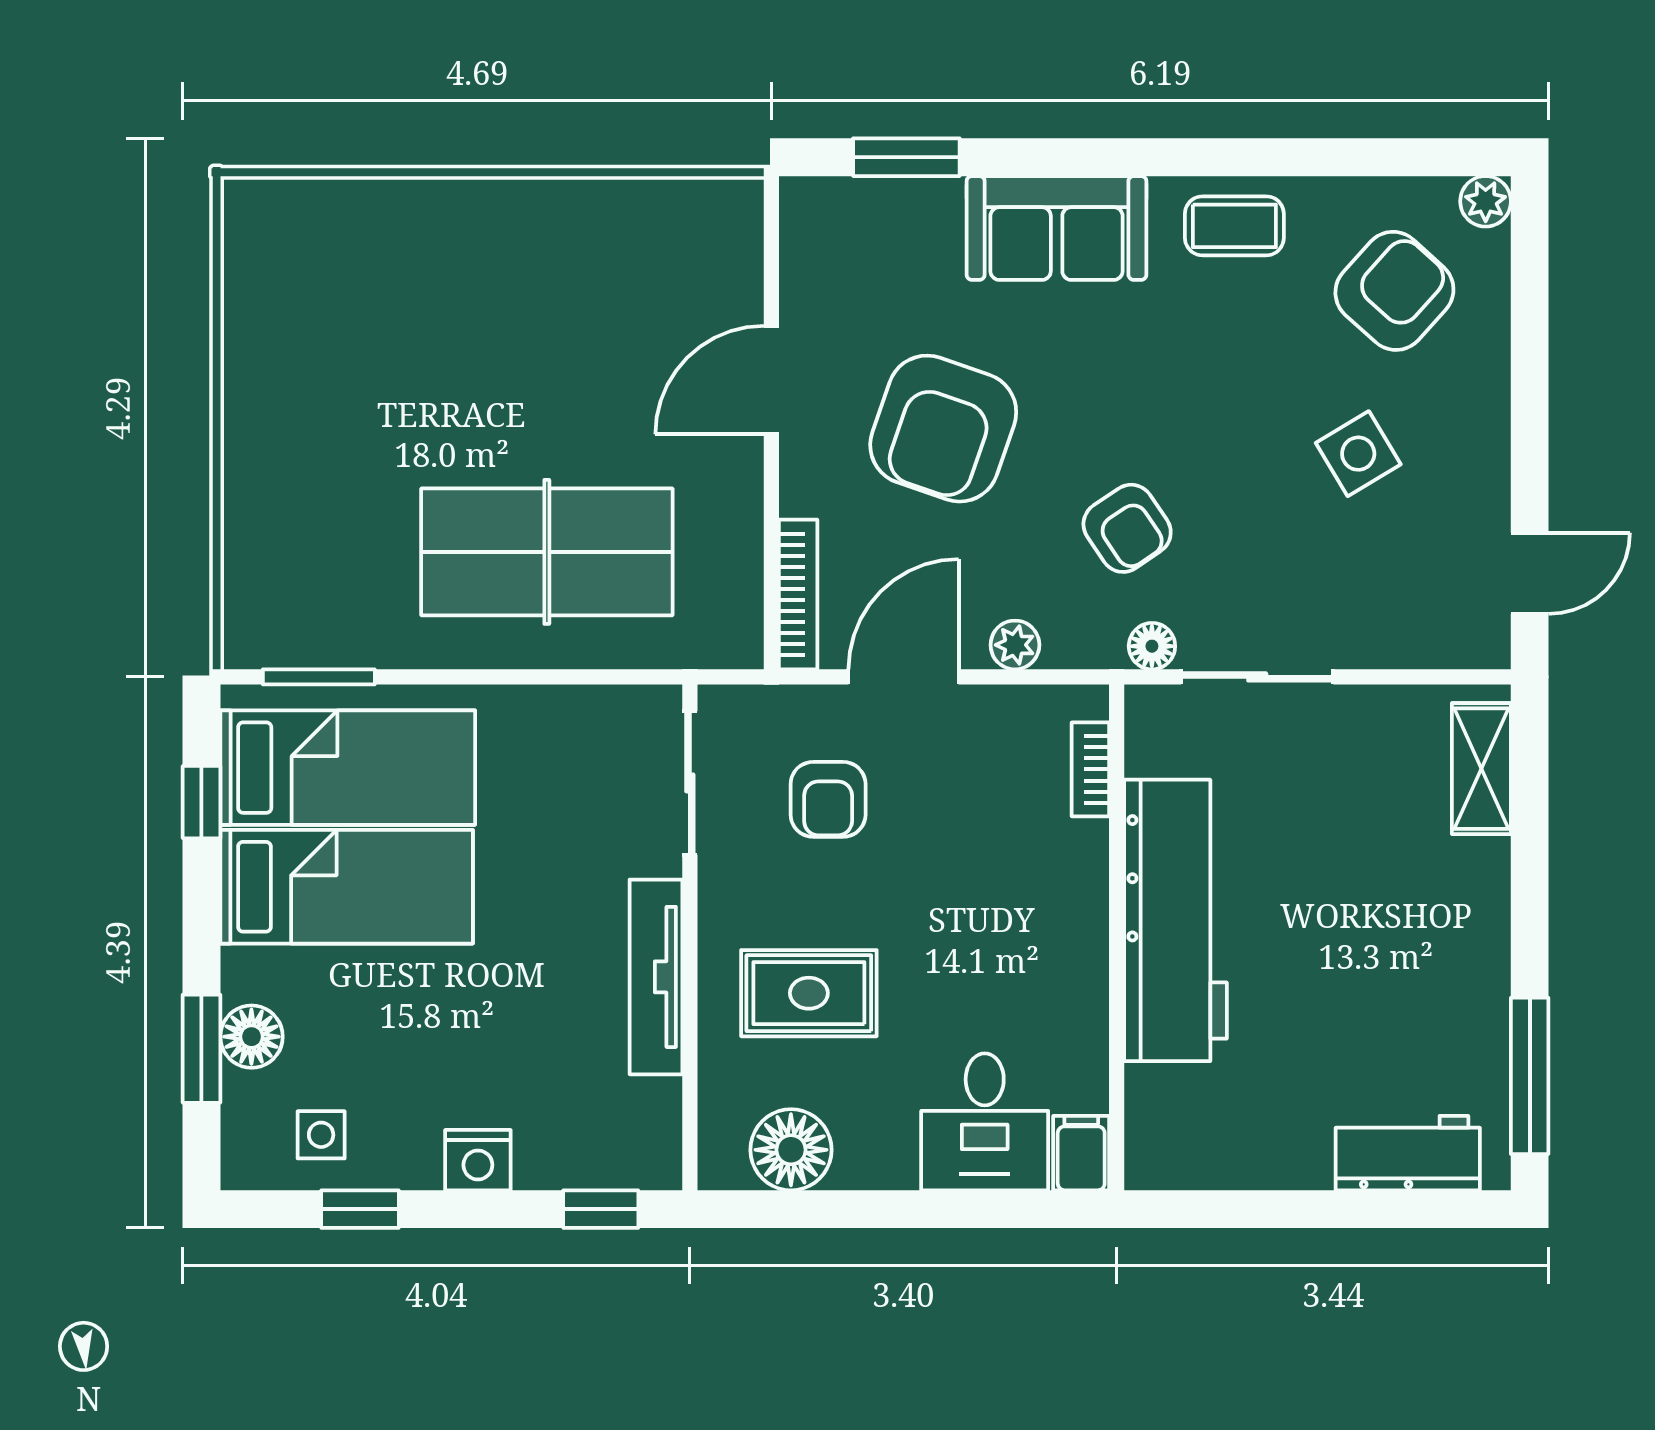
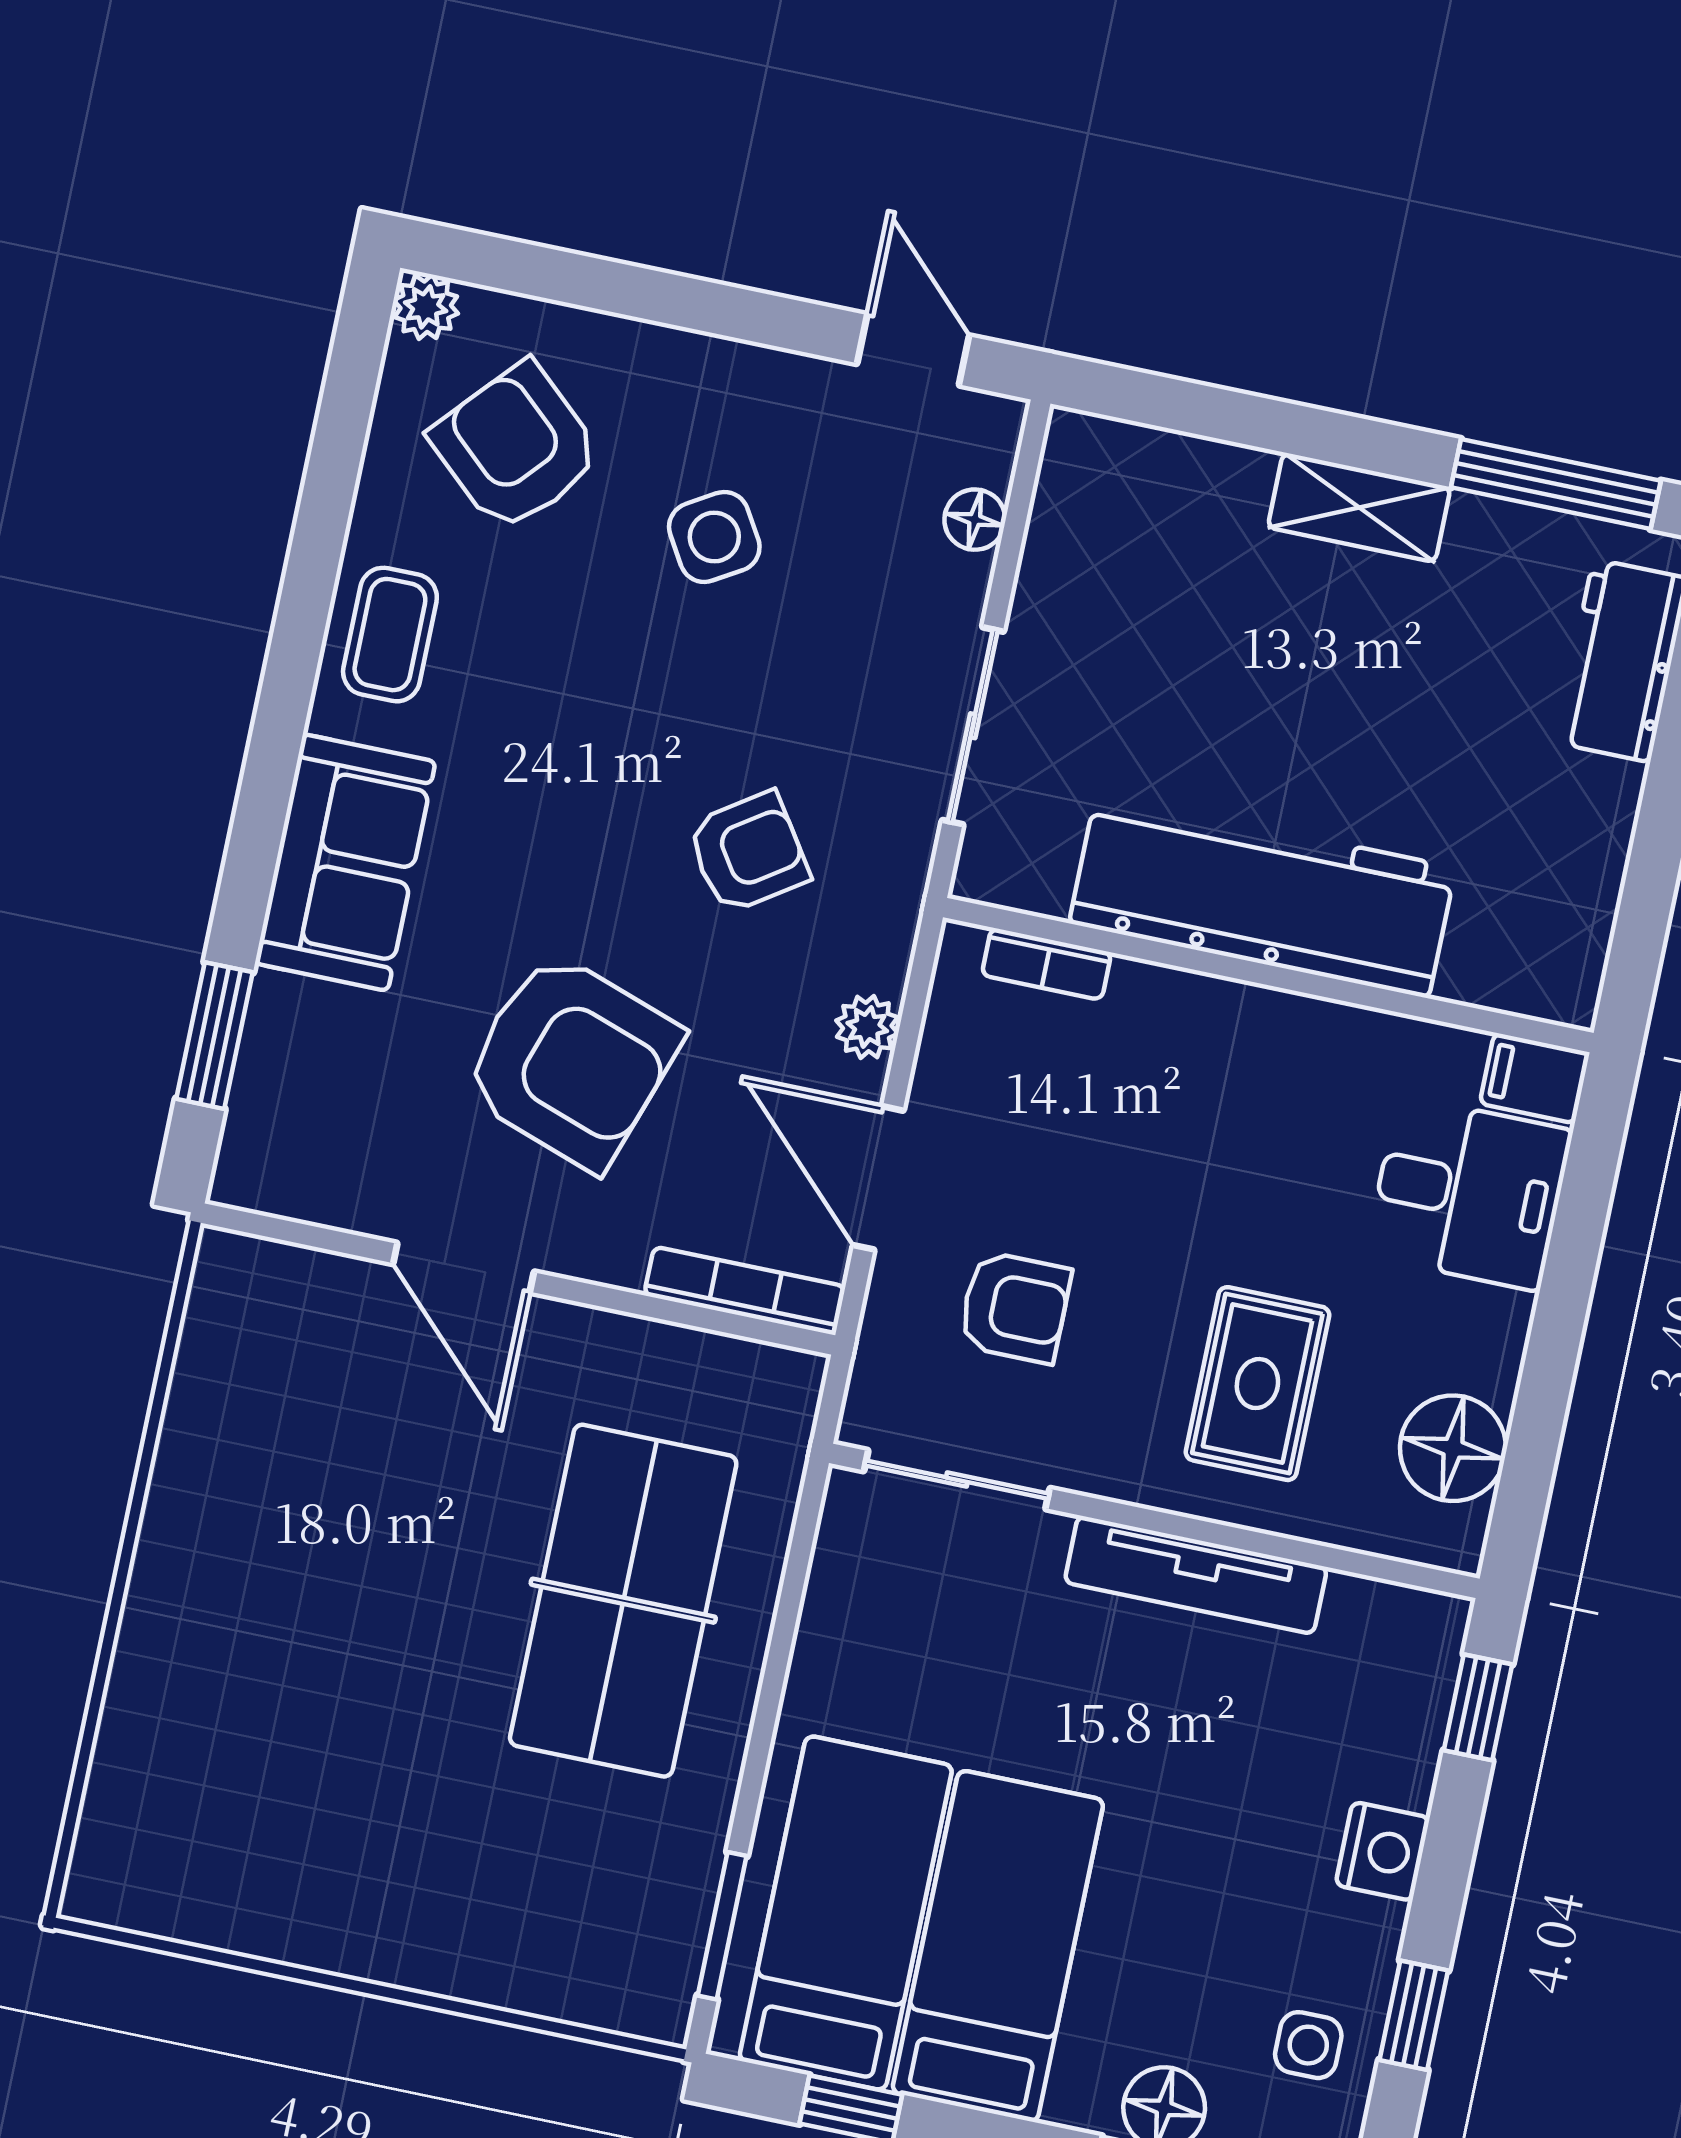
floor lamp: (1152, 646) -> (975, 520), moved
shelving: (1481, 769) -> (1359, 507), moved

